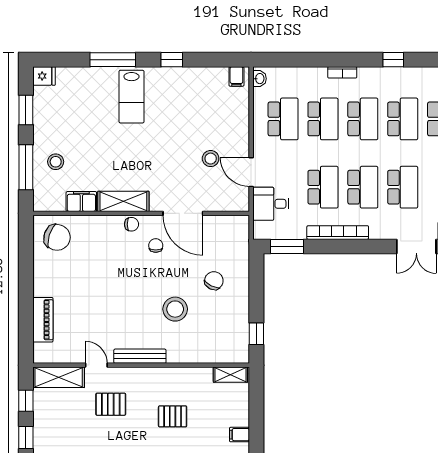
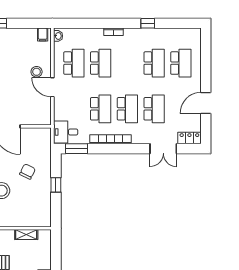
school desk: (363, 119) -> (127, 63), removed
stool: (211, 159) -> (37, 72), moved
door: (251, 172) -> (52, 87), moved
desk: (271, 204) -> (66, 132), moved
window: (256, 334) -> (56, 185), moved
shelving: (230, 375) -> (26, 235), moved

